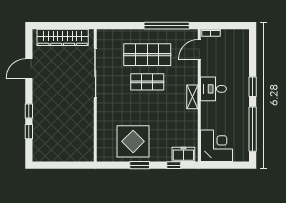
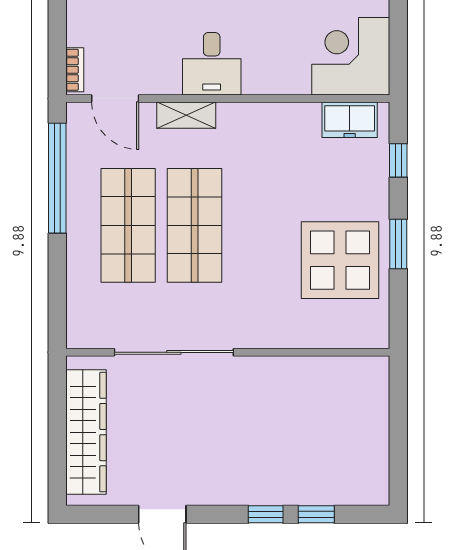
shop shelf: (147, 82) -> (195, 225), width x1.43, depth x1.36
shelving: (192, 97) -> (186, 115), moved
freezer: (183, 154) -> (350, 120), moved, turned -90

